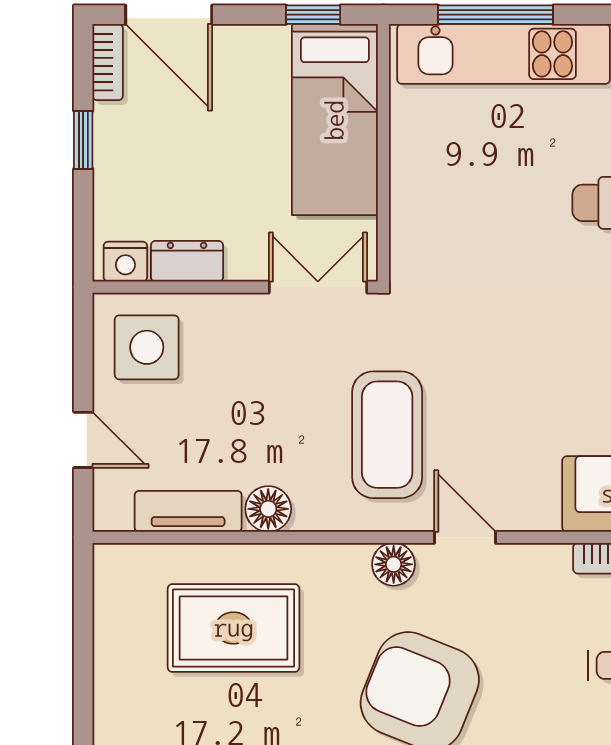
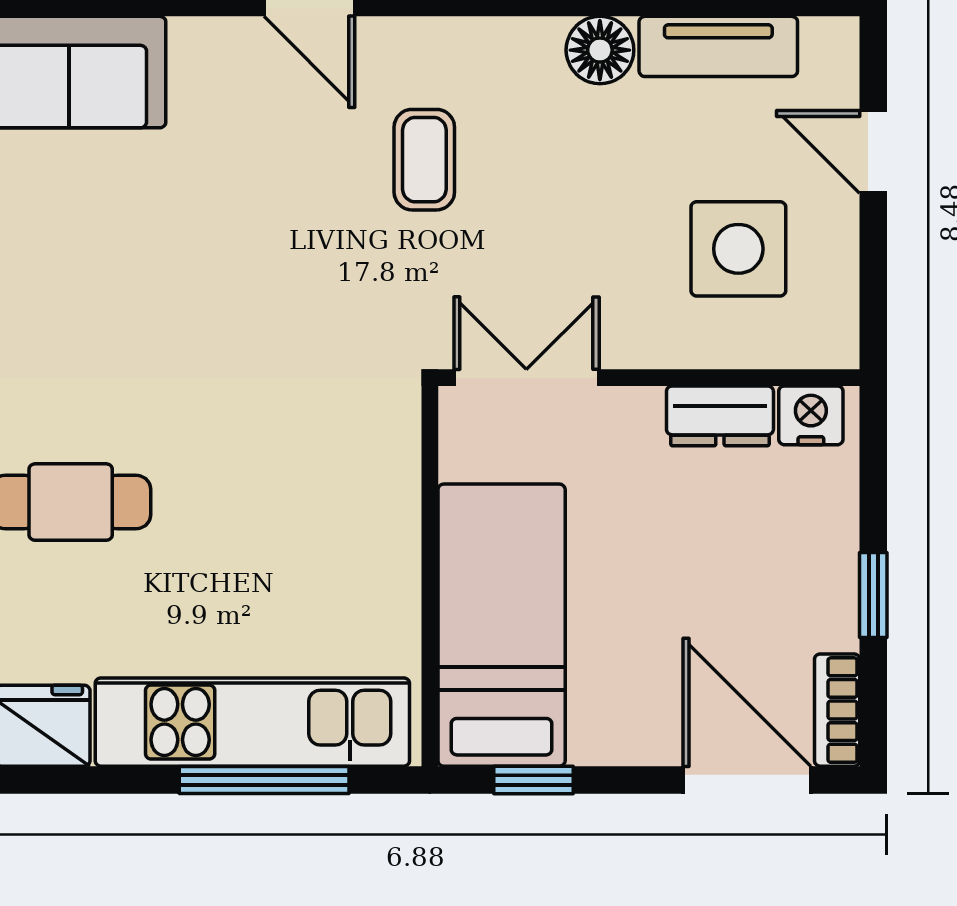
double door: (318, 287) -> (526, 378), swing flipped
side table: (147, 347) -> (738, 249), moved
coffee table: (387, 435) -> (424, 160), width x0.54, depth x0.58

